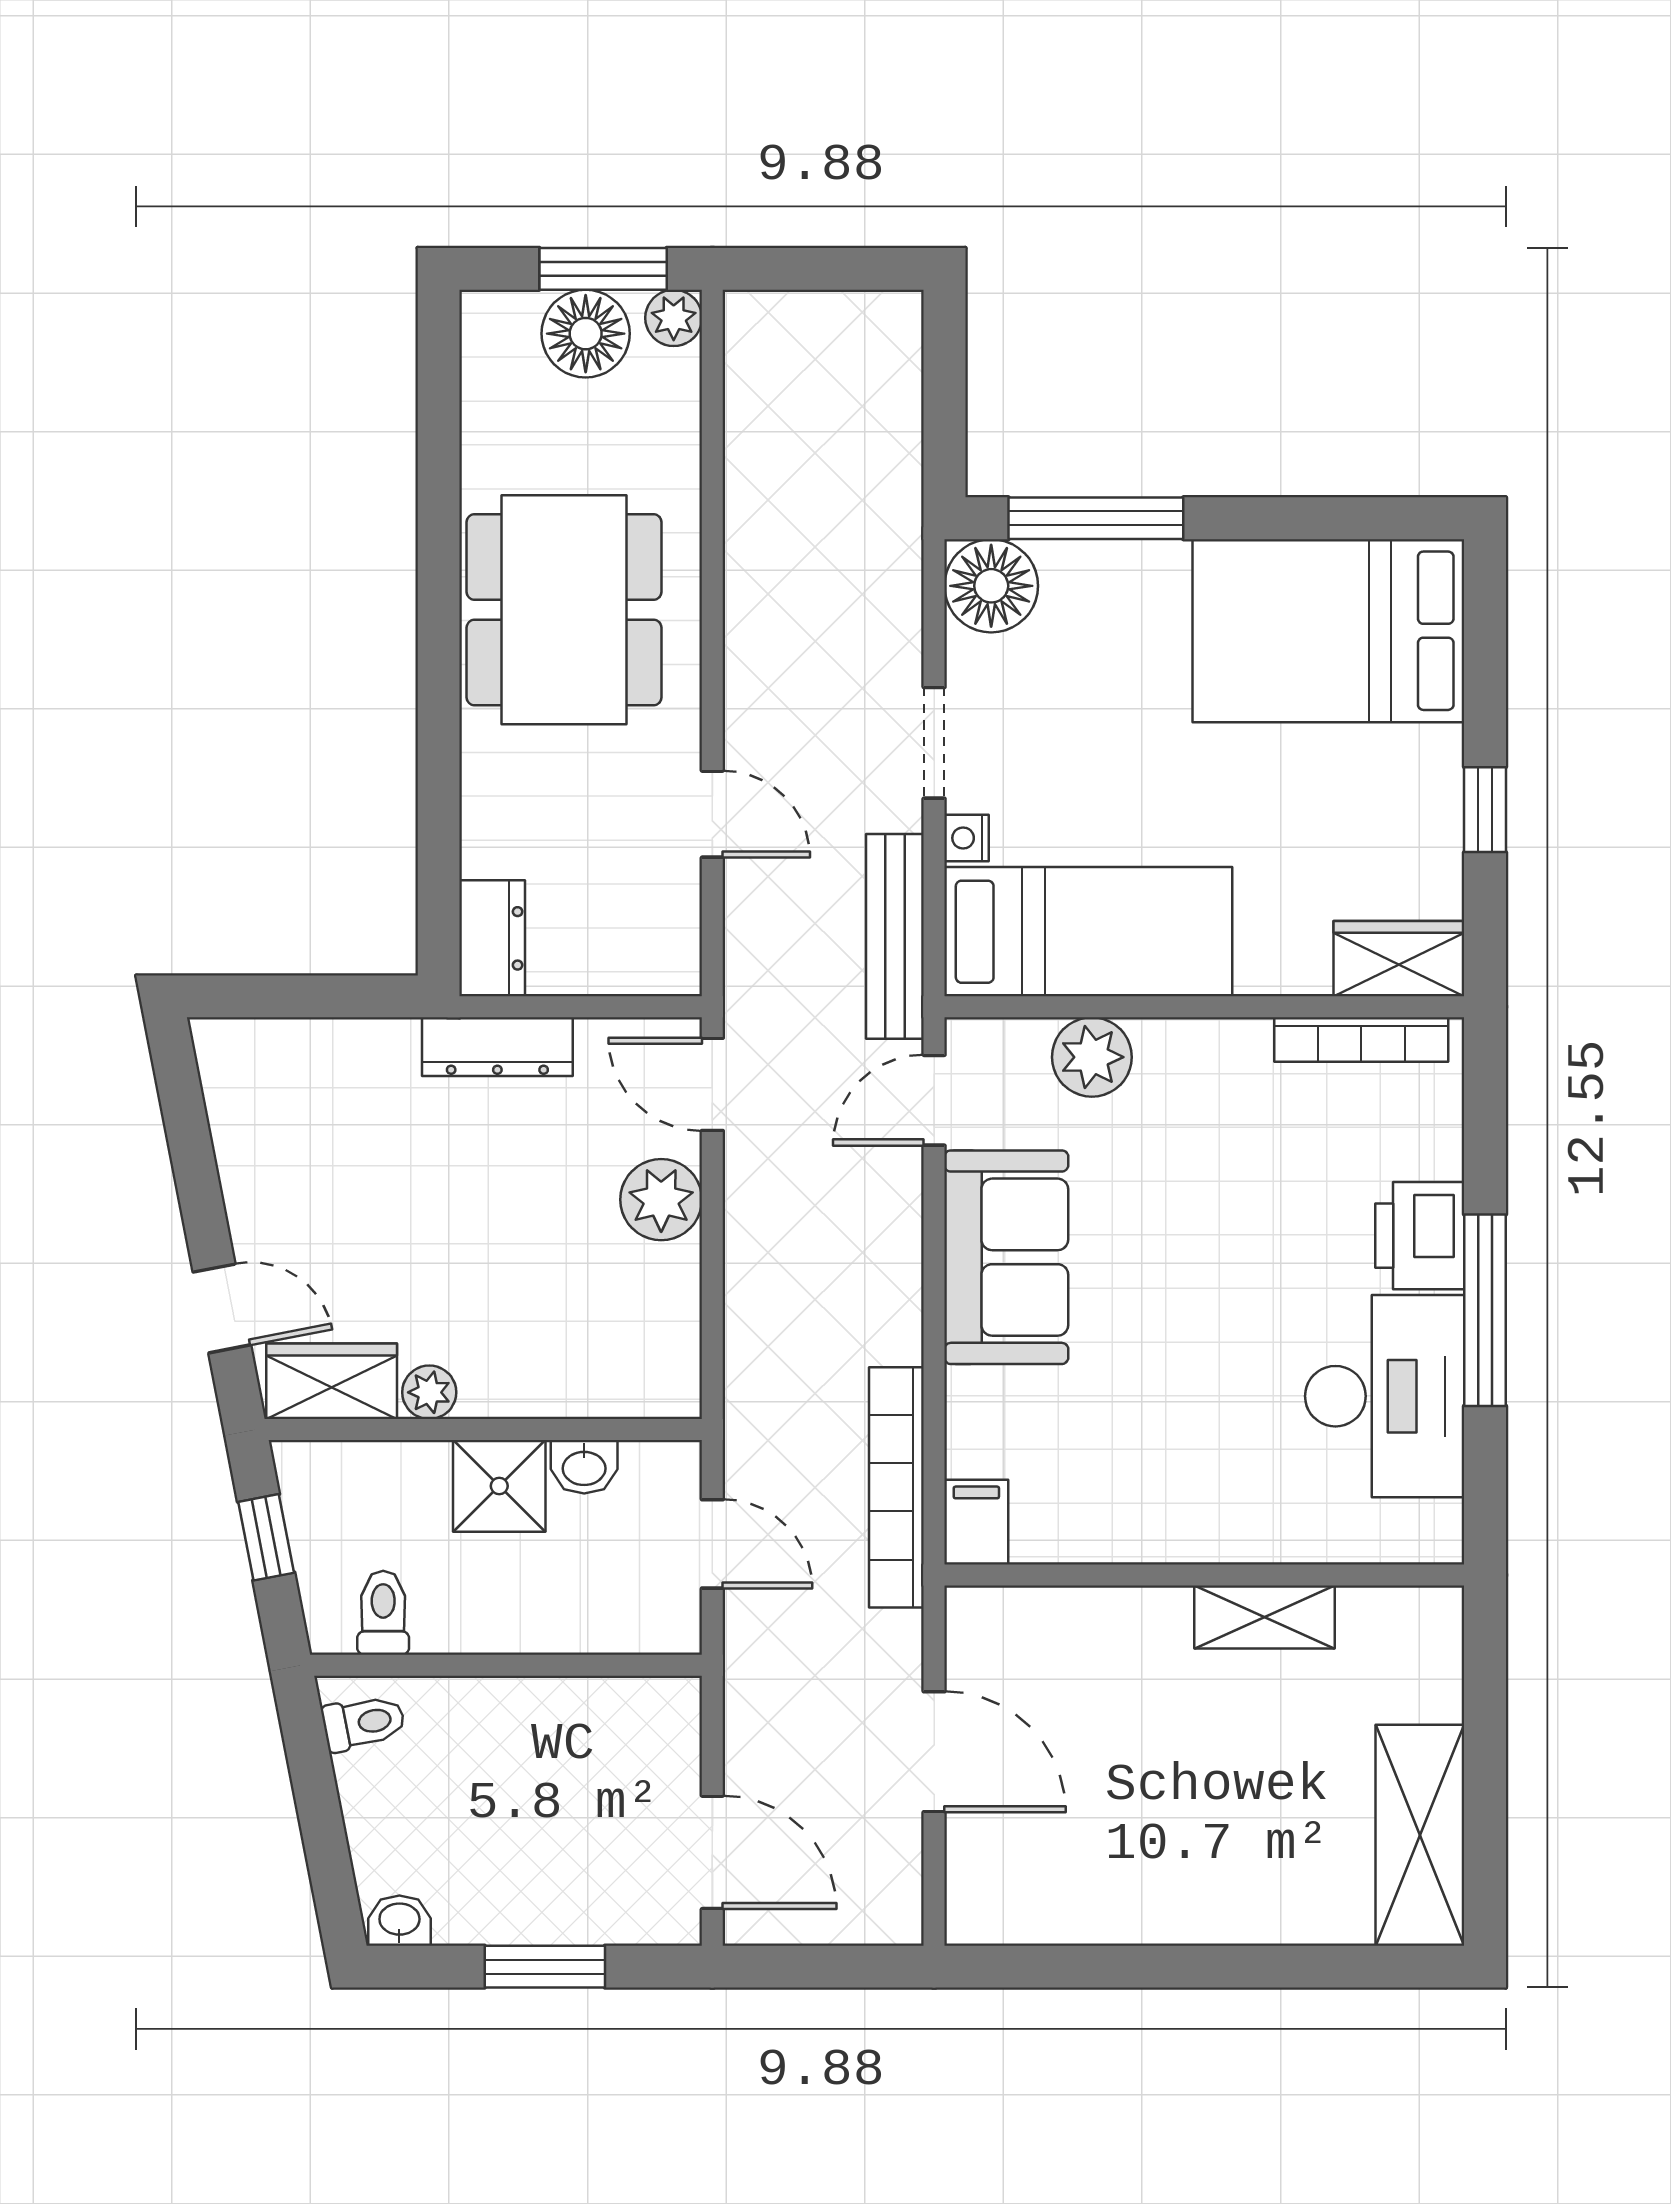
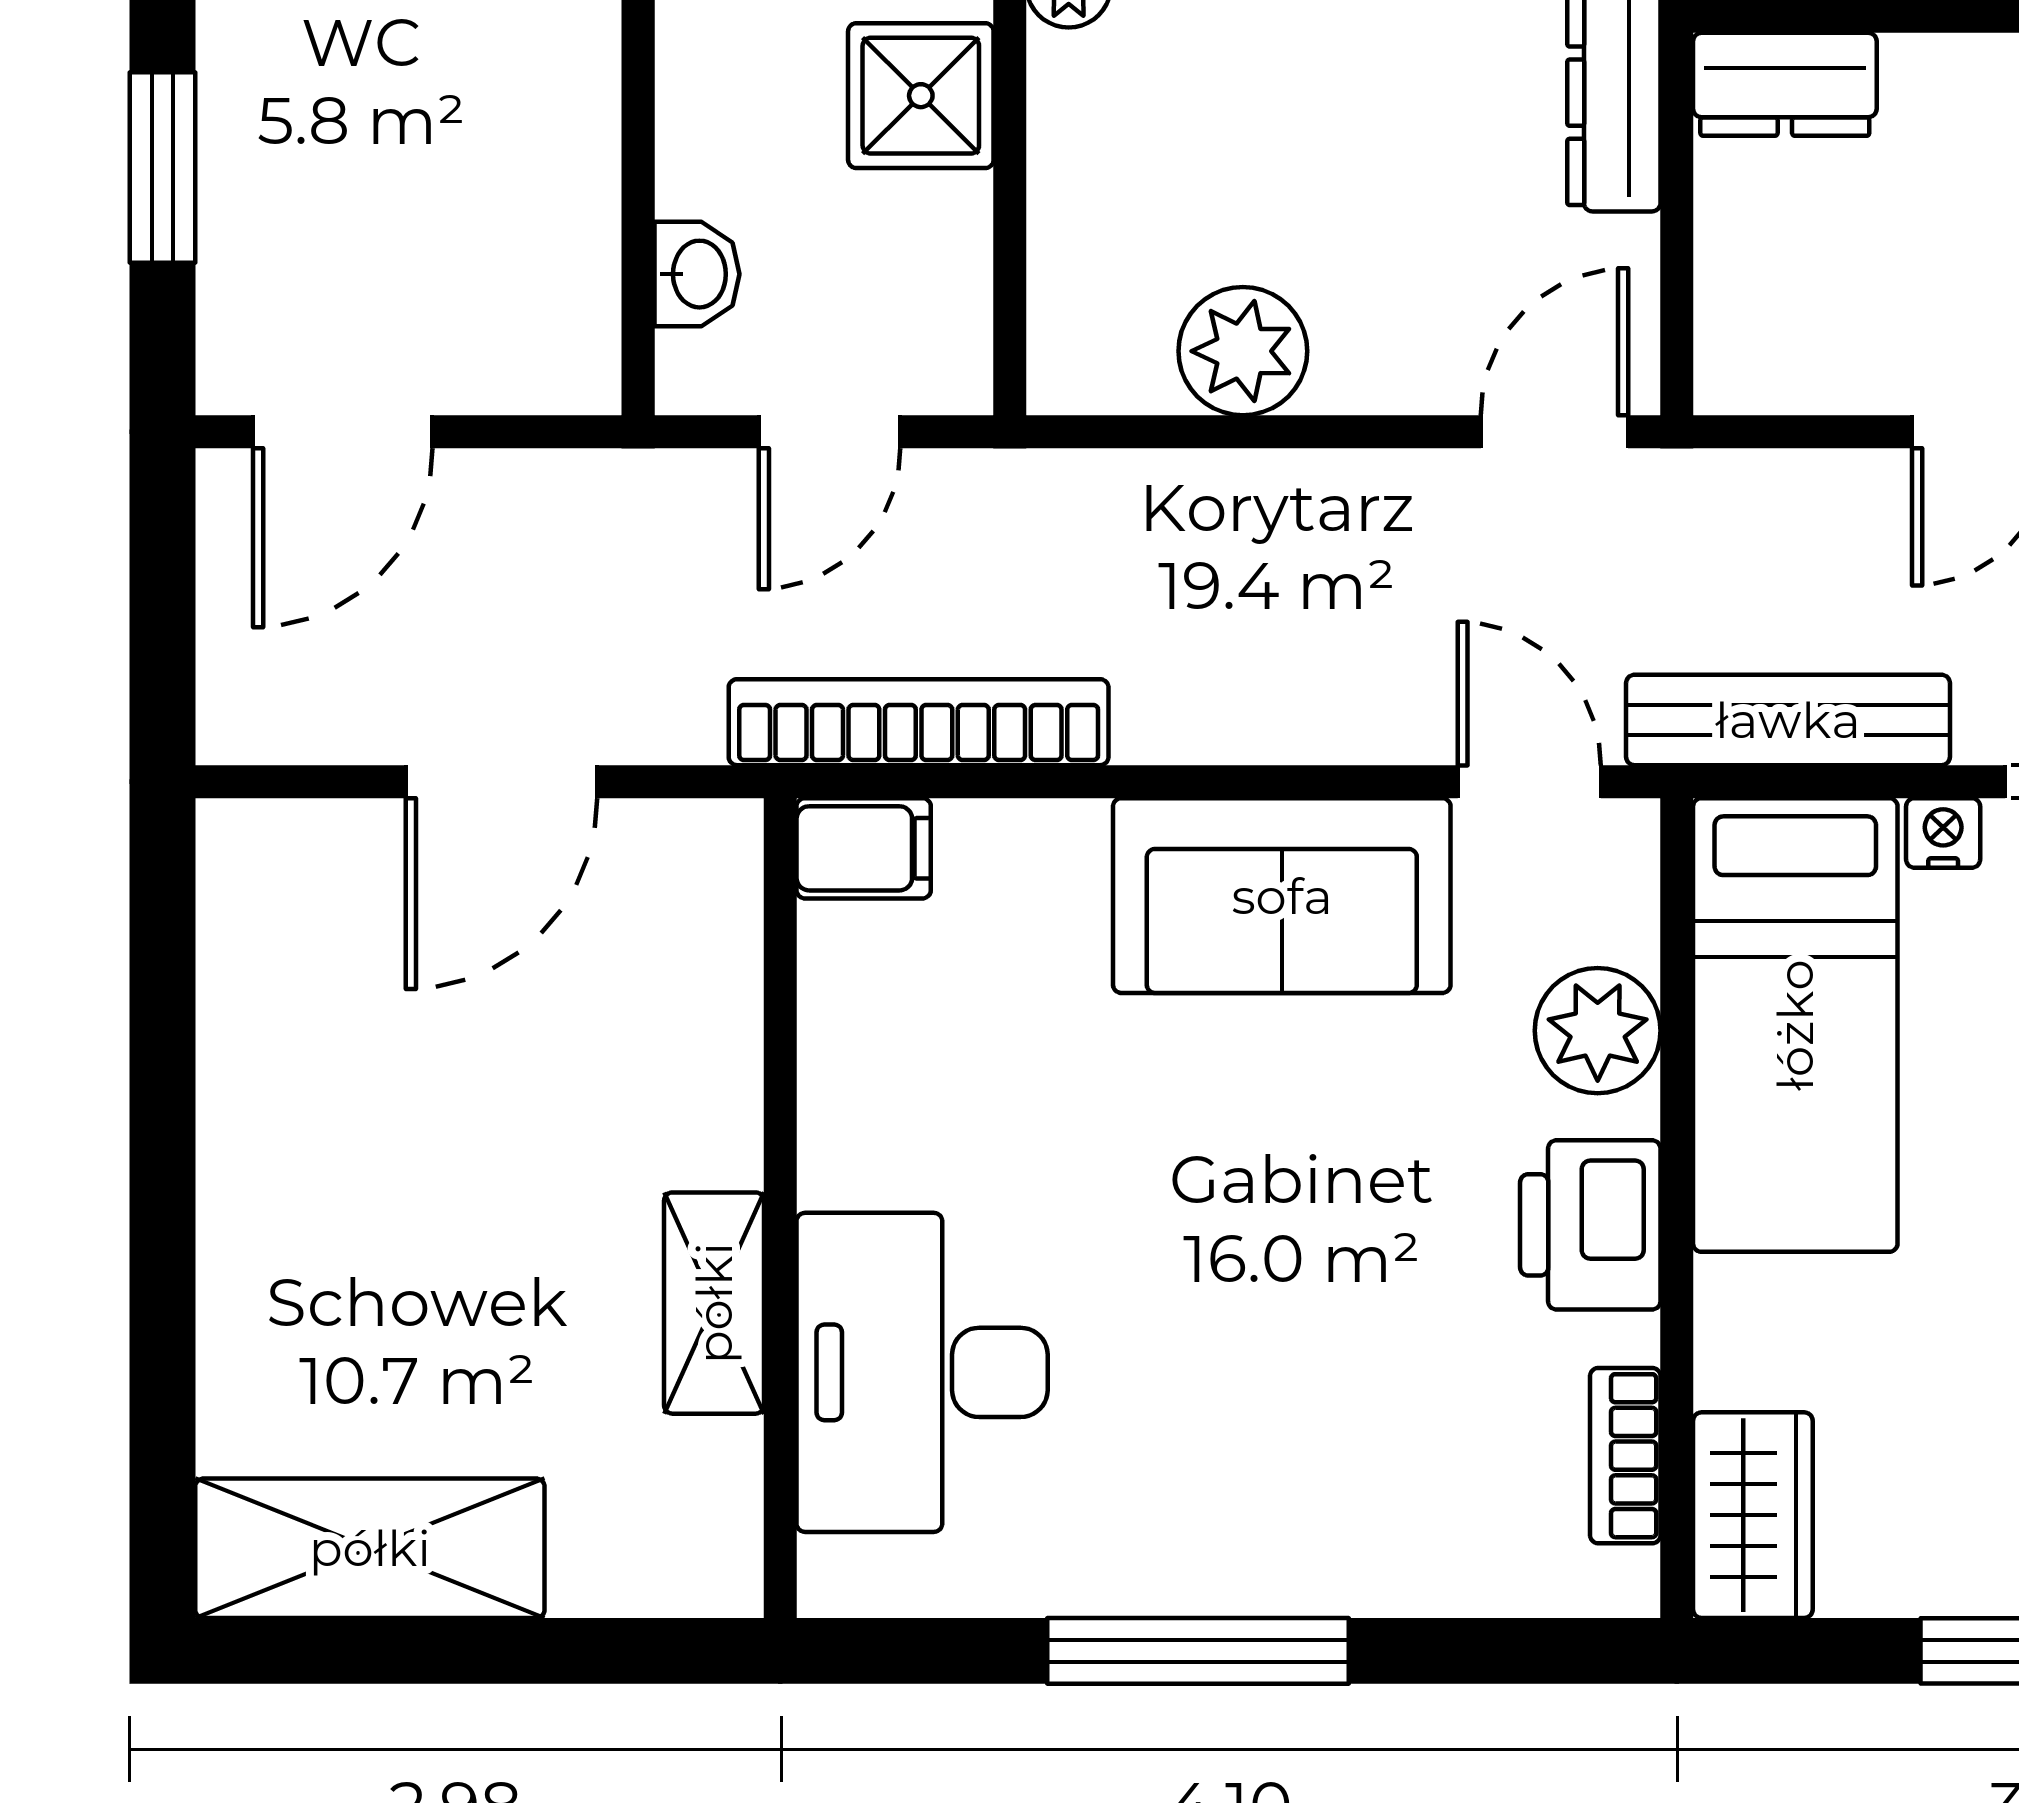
bookcase: (1361, 1039) -> (1625, 1456), width x0.64
plant: (661, 1200) -> (1243, 351), moved
printer: (1420, 1236) -> (1590, 1225), moved, turned -90
desk: (1385, 1396) -> (922, 1372), moved, turned 90
washbasin: (584, 1467) -> (697, 274), moved, turned 180

